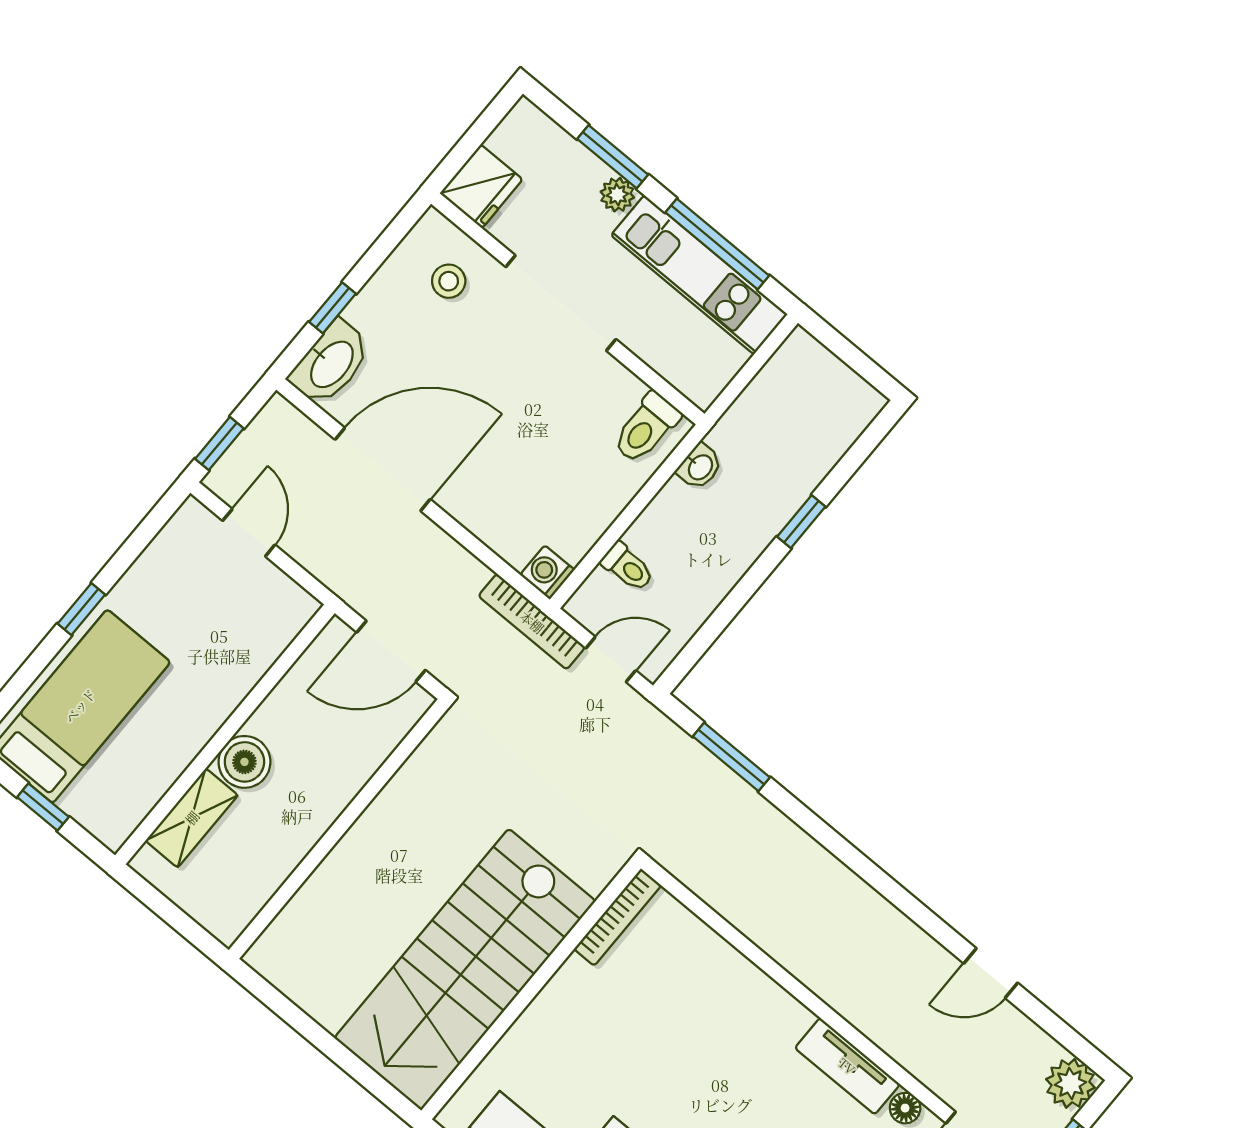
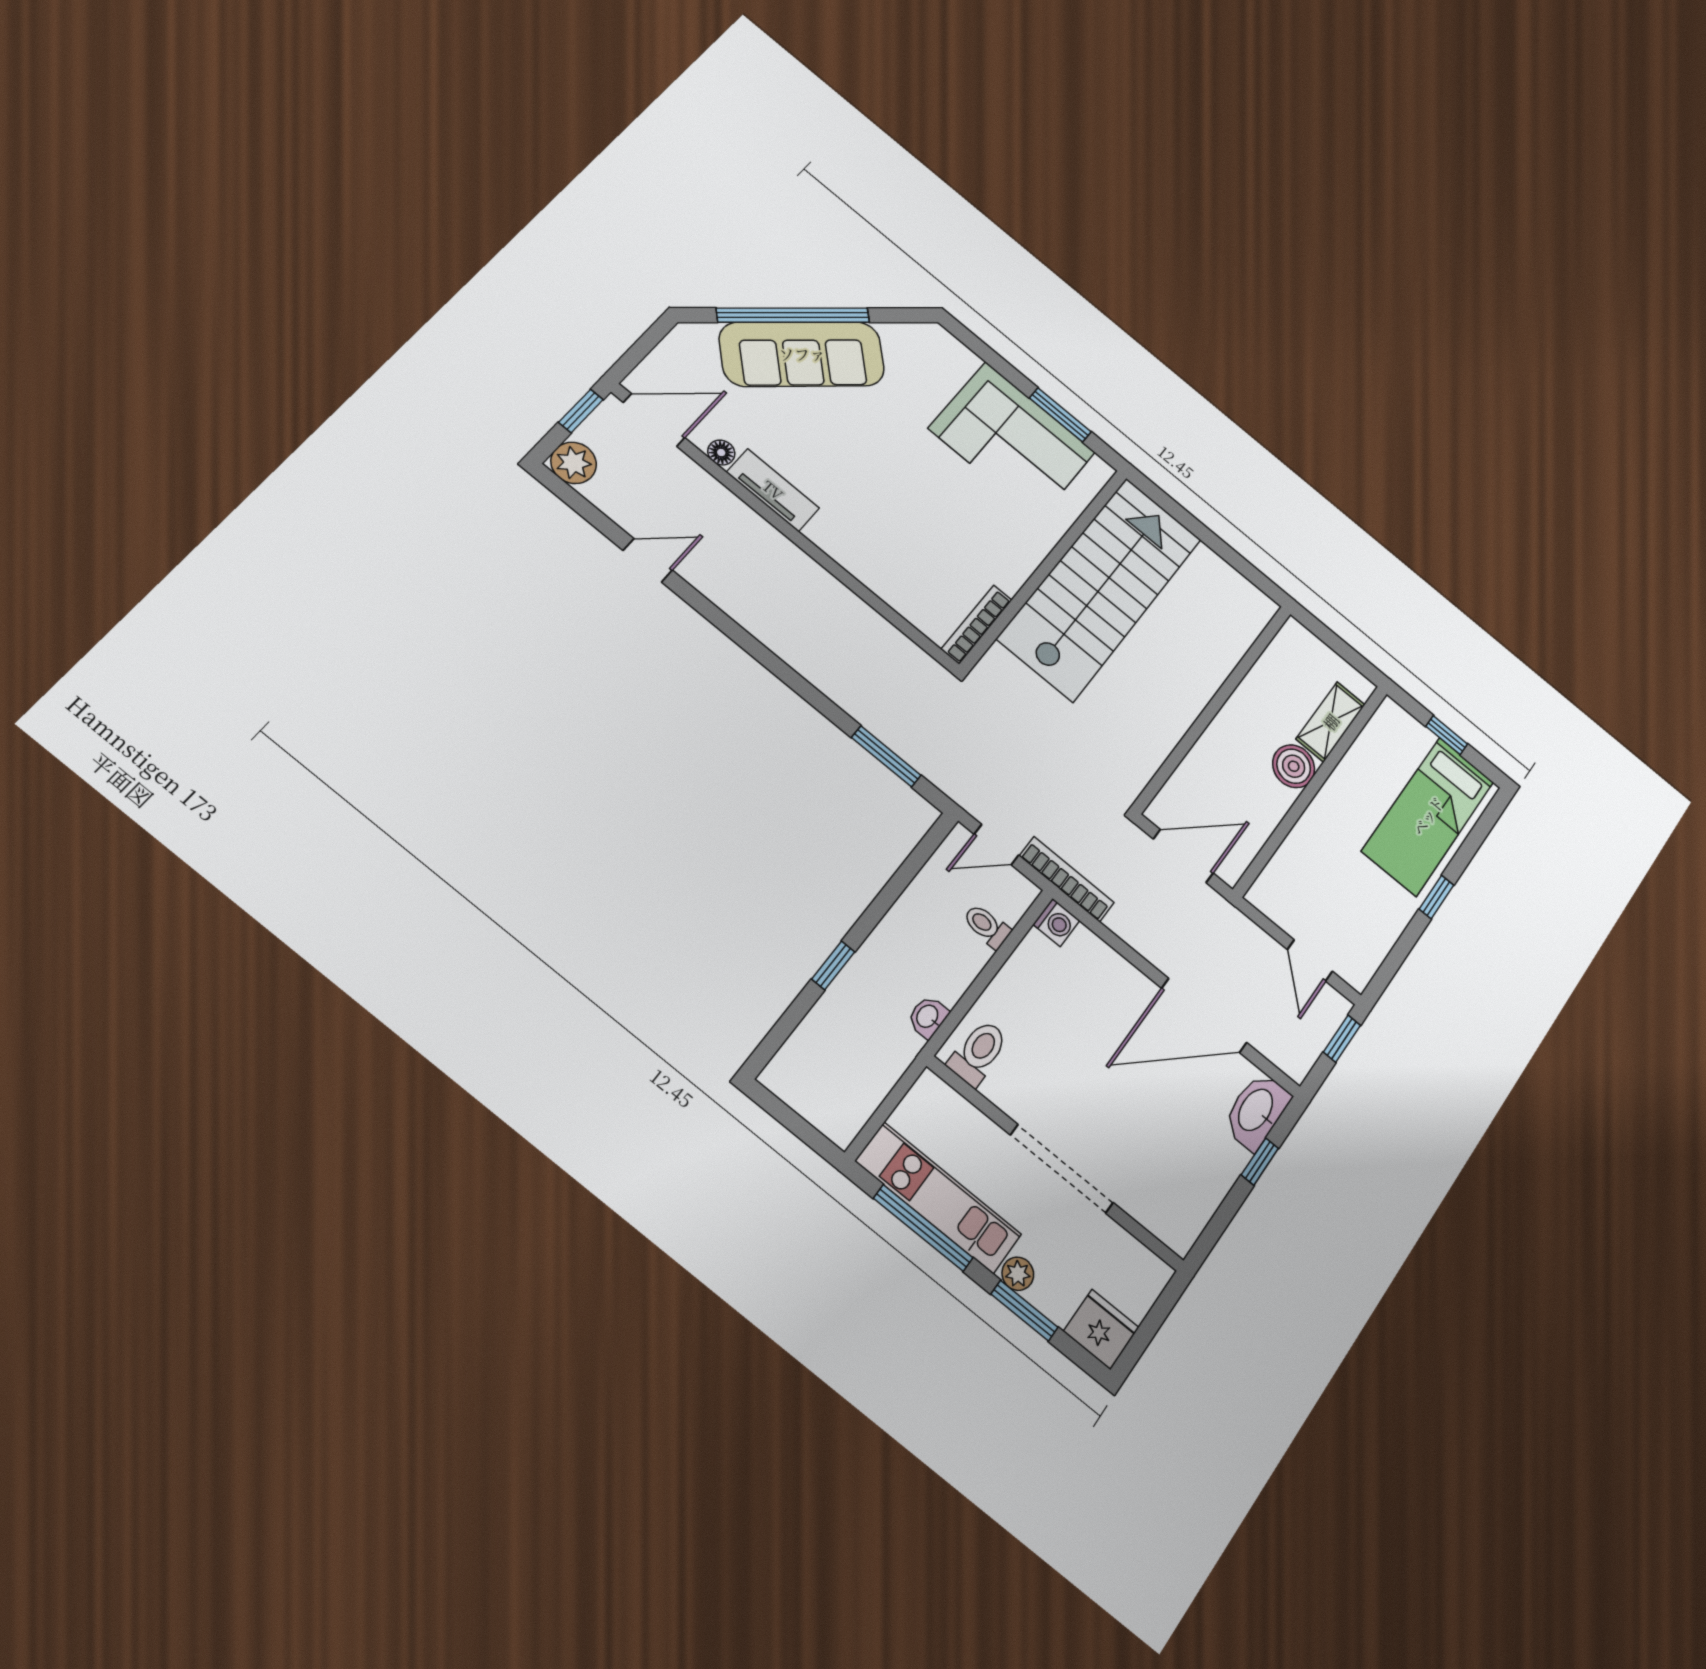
fridge: (481, 186) -> (1101, 1329), moved, turned 90
stool: (449, 281) -> (1162, 1188), removed

